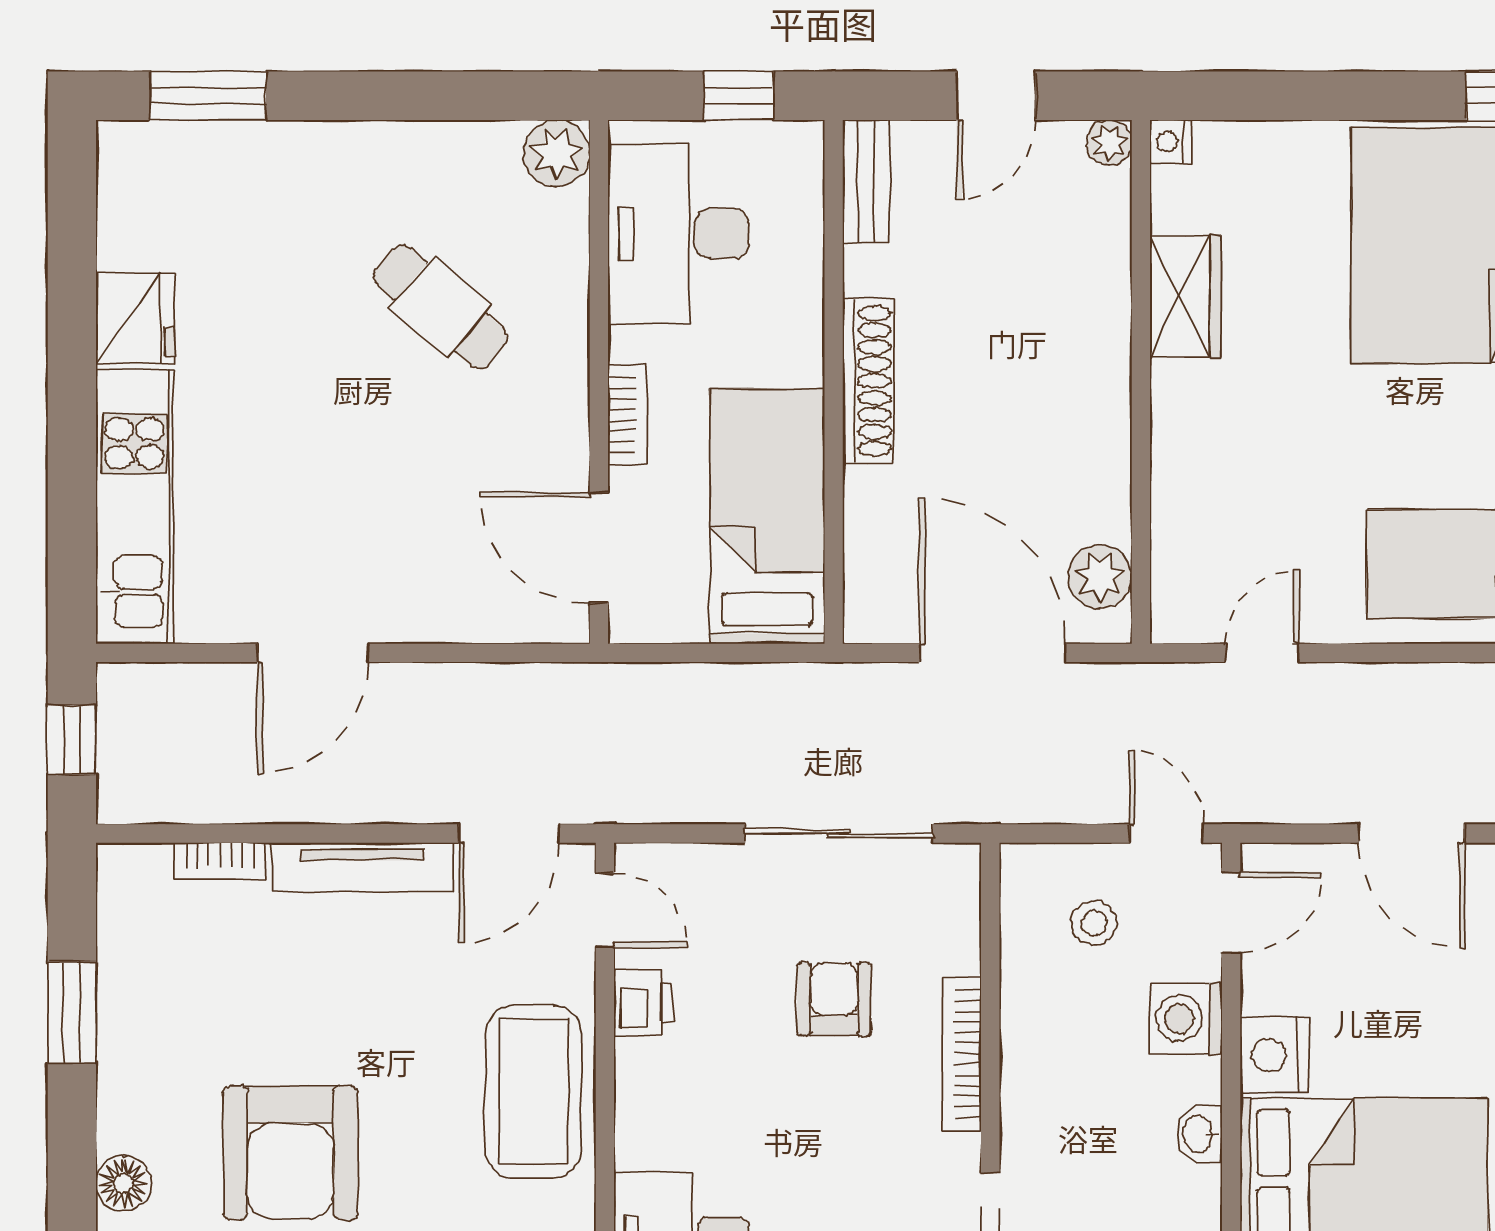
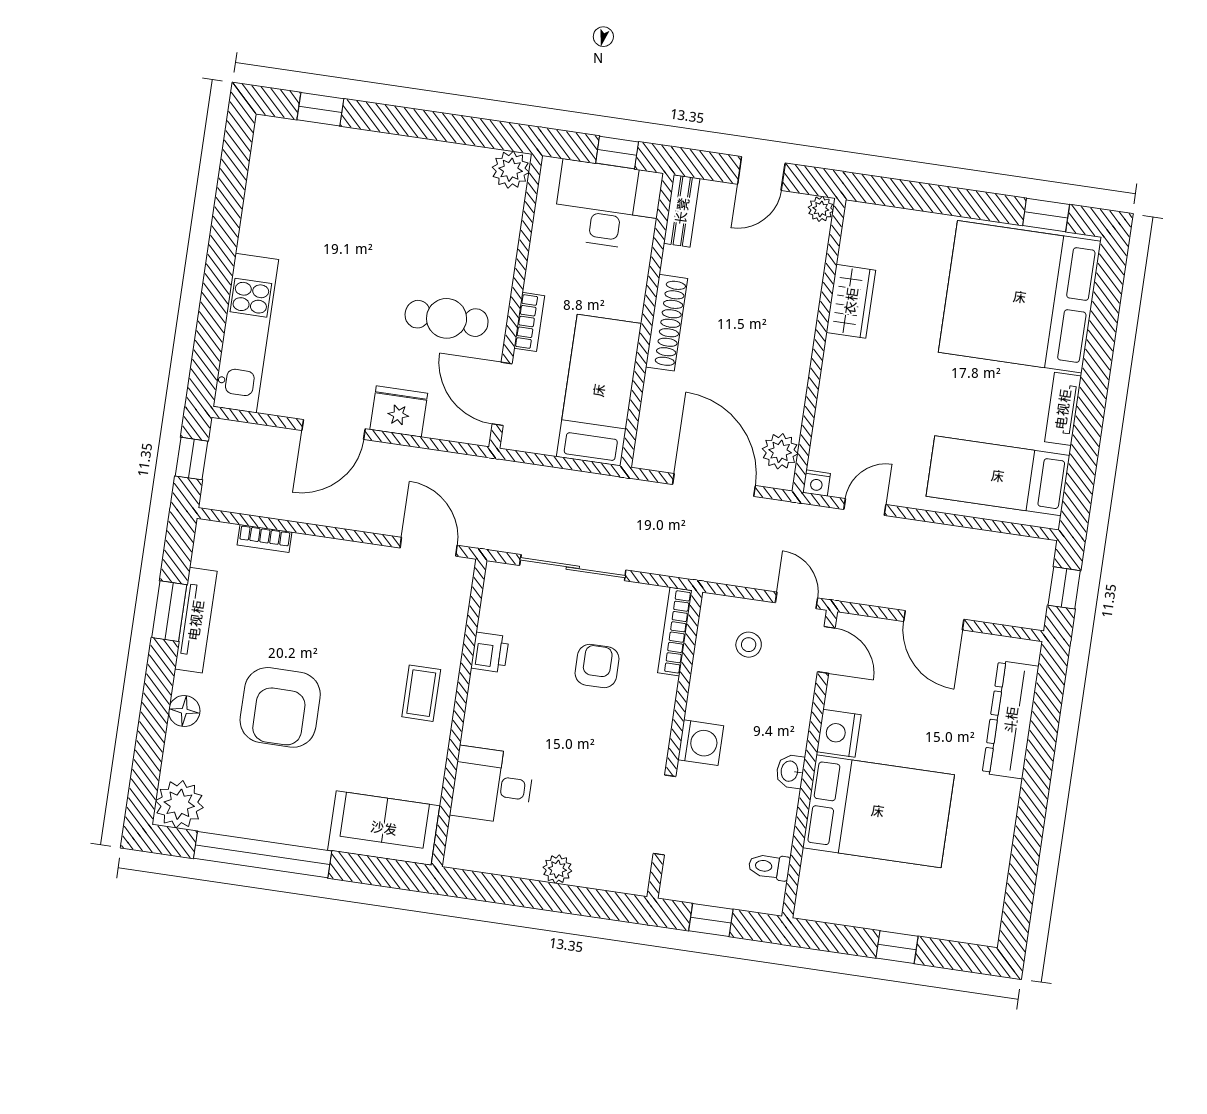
window: (208, 96) -> (320, 109), width x0.67
nightstand: (1170, 142) -> (817, 483), moved, turned -90
desk: (678, 234) -> (608, 205), moved, turned 90
cafe table: (441, 307) -> (447, 318), moved, turned -41
fridge: (135, 319) -> (399, 411), moved, turned -90
door: (509, 833) -> (429, 547), swing flipped
sliding door: (839, 833) -> (573, 568), moved
tv unit: (362, 867) -> (196, 620), moved, turned -90
door: (605, 910) -> (476, 597), removed
door: (1231, 913) -> (826, 650), hinge flipped
washing machine: (1186, 1019) -> (701, 743), moved, turned 180
bookcase: (962, 1054) -> (675, 632), moved
coffee table: (534, 1092) -> (421, 693), width x0.54, depth x0.58

